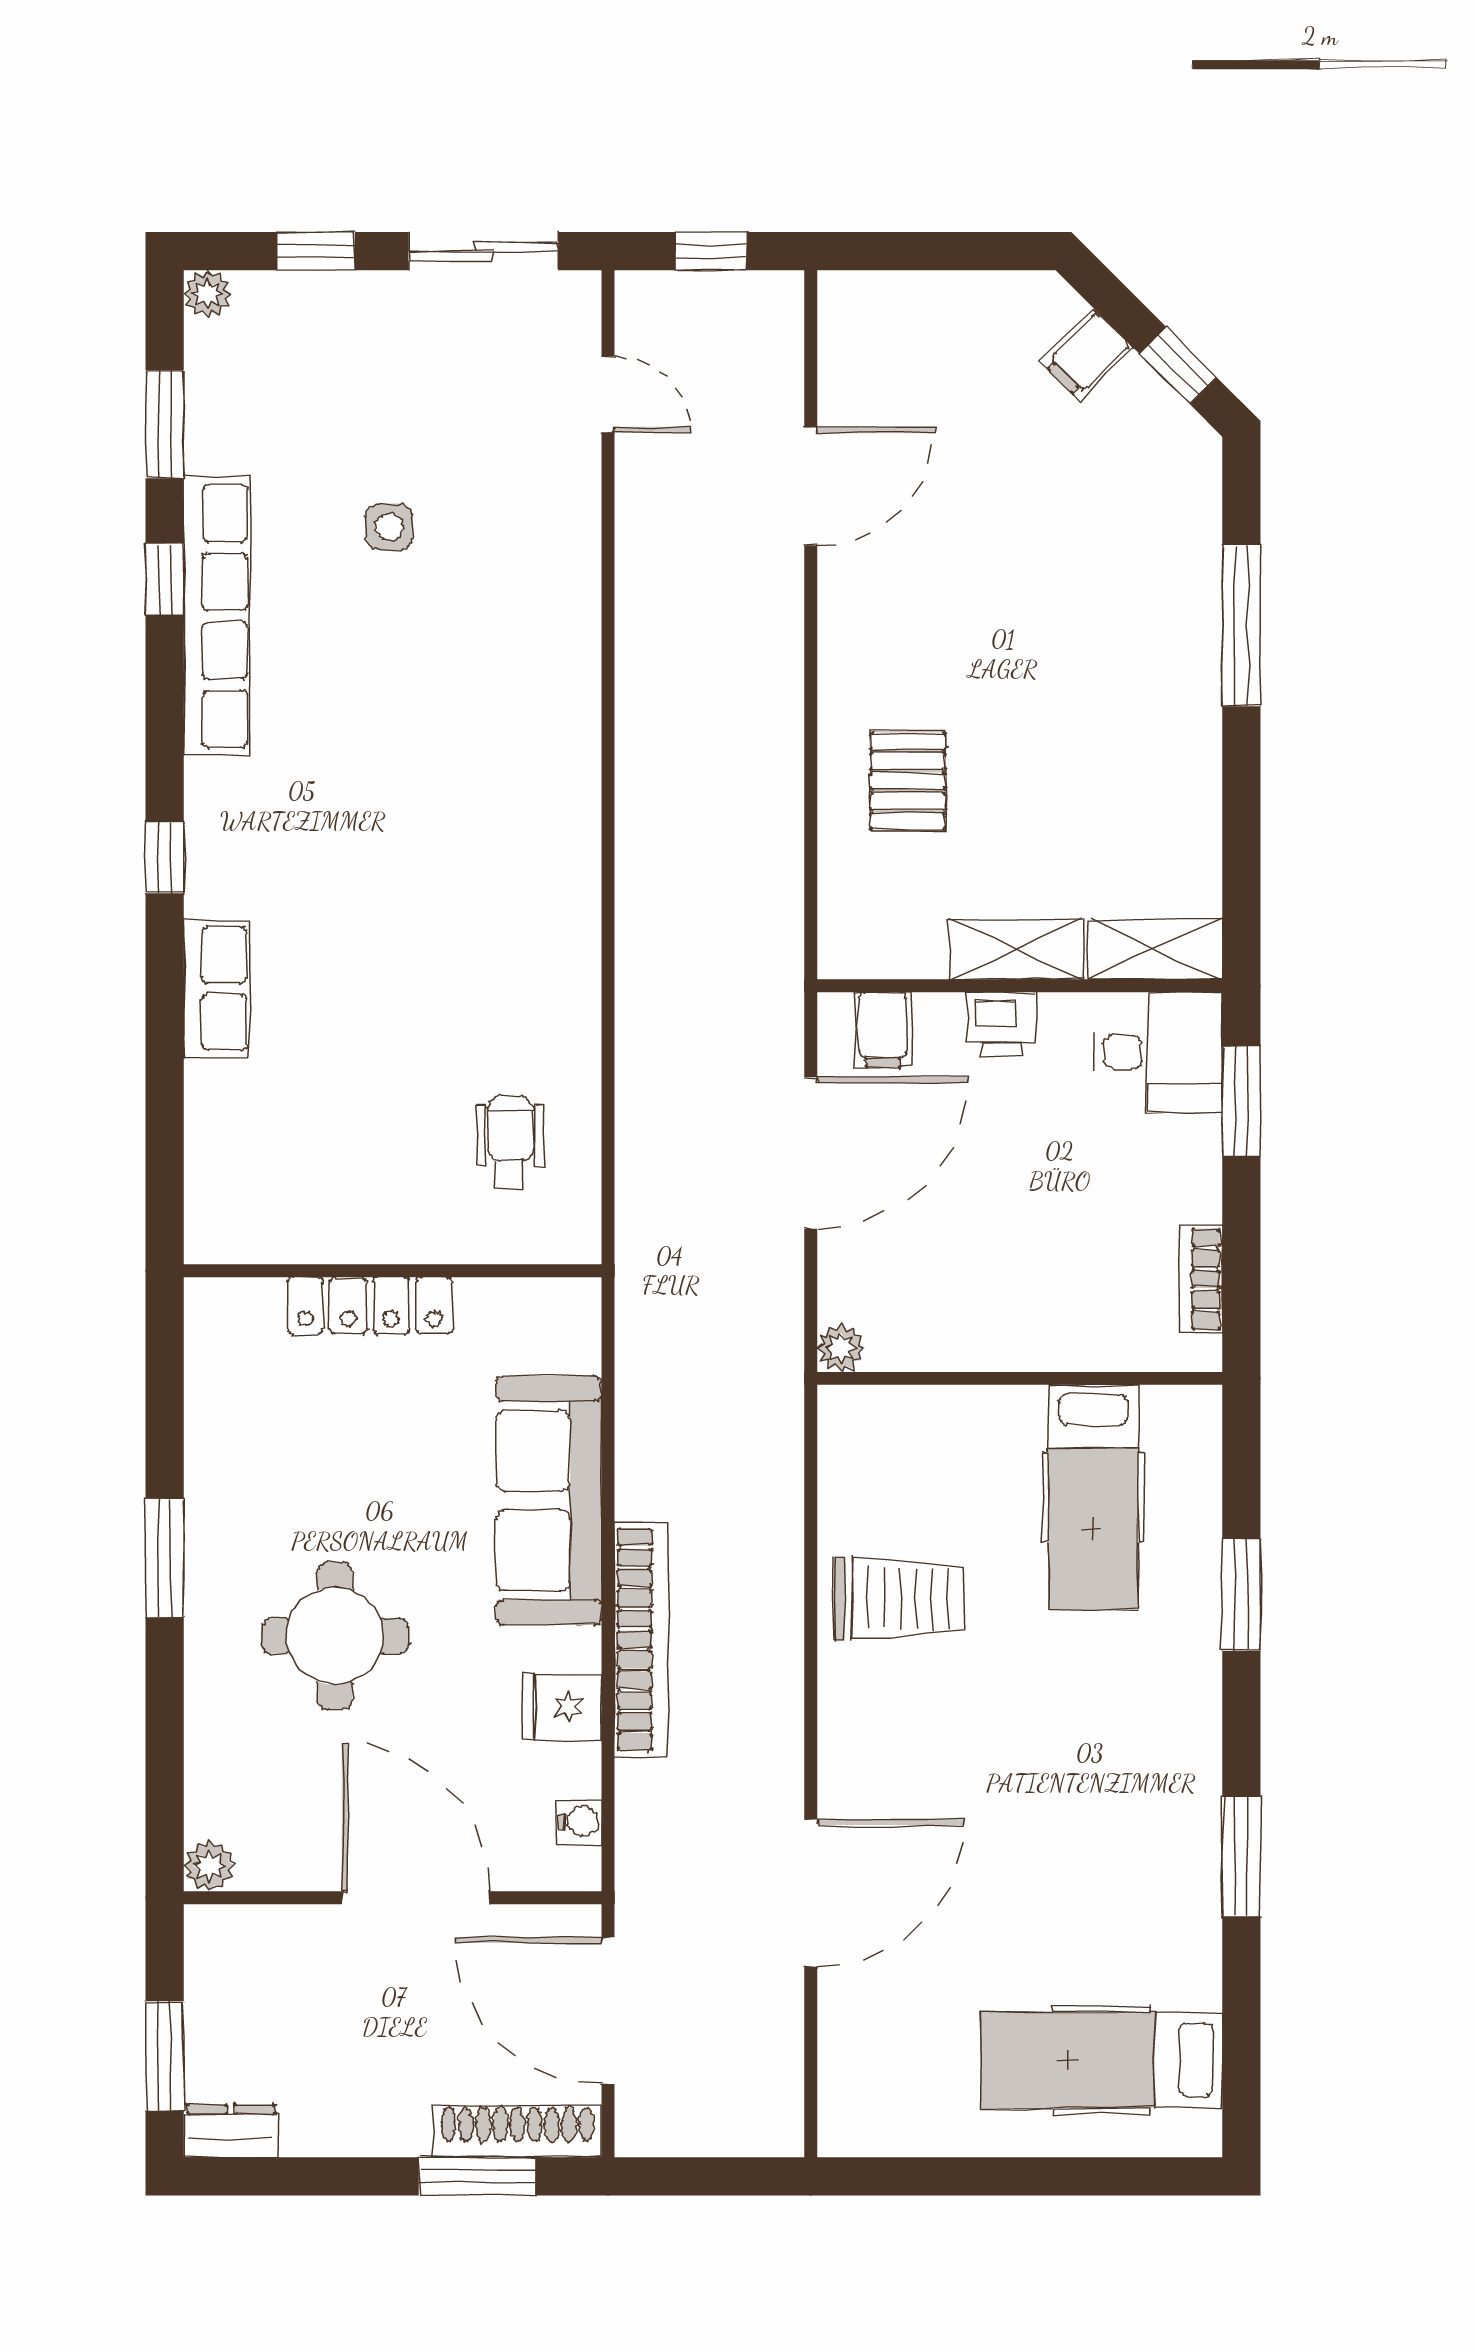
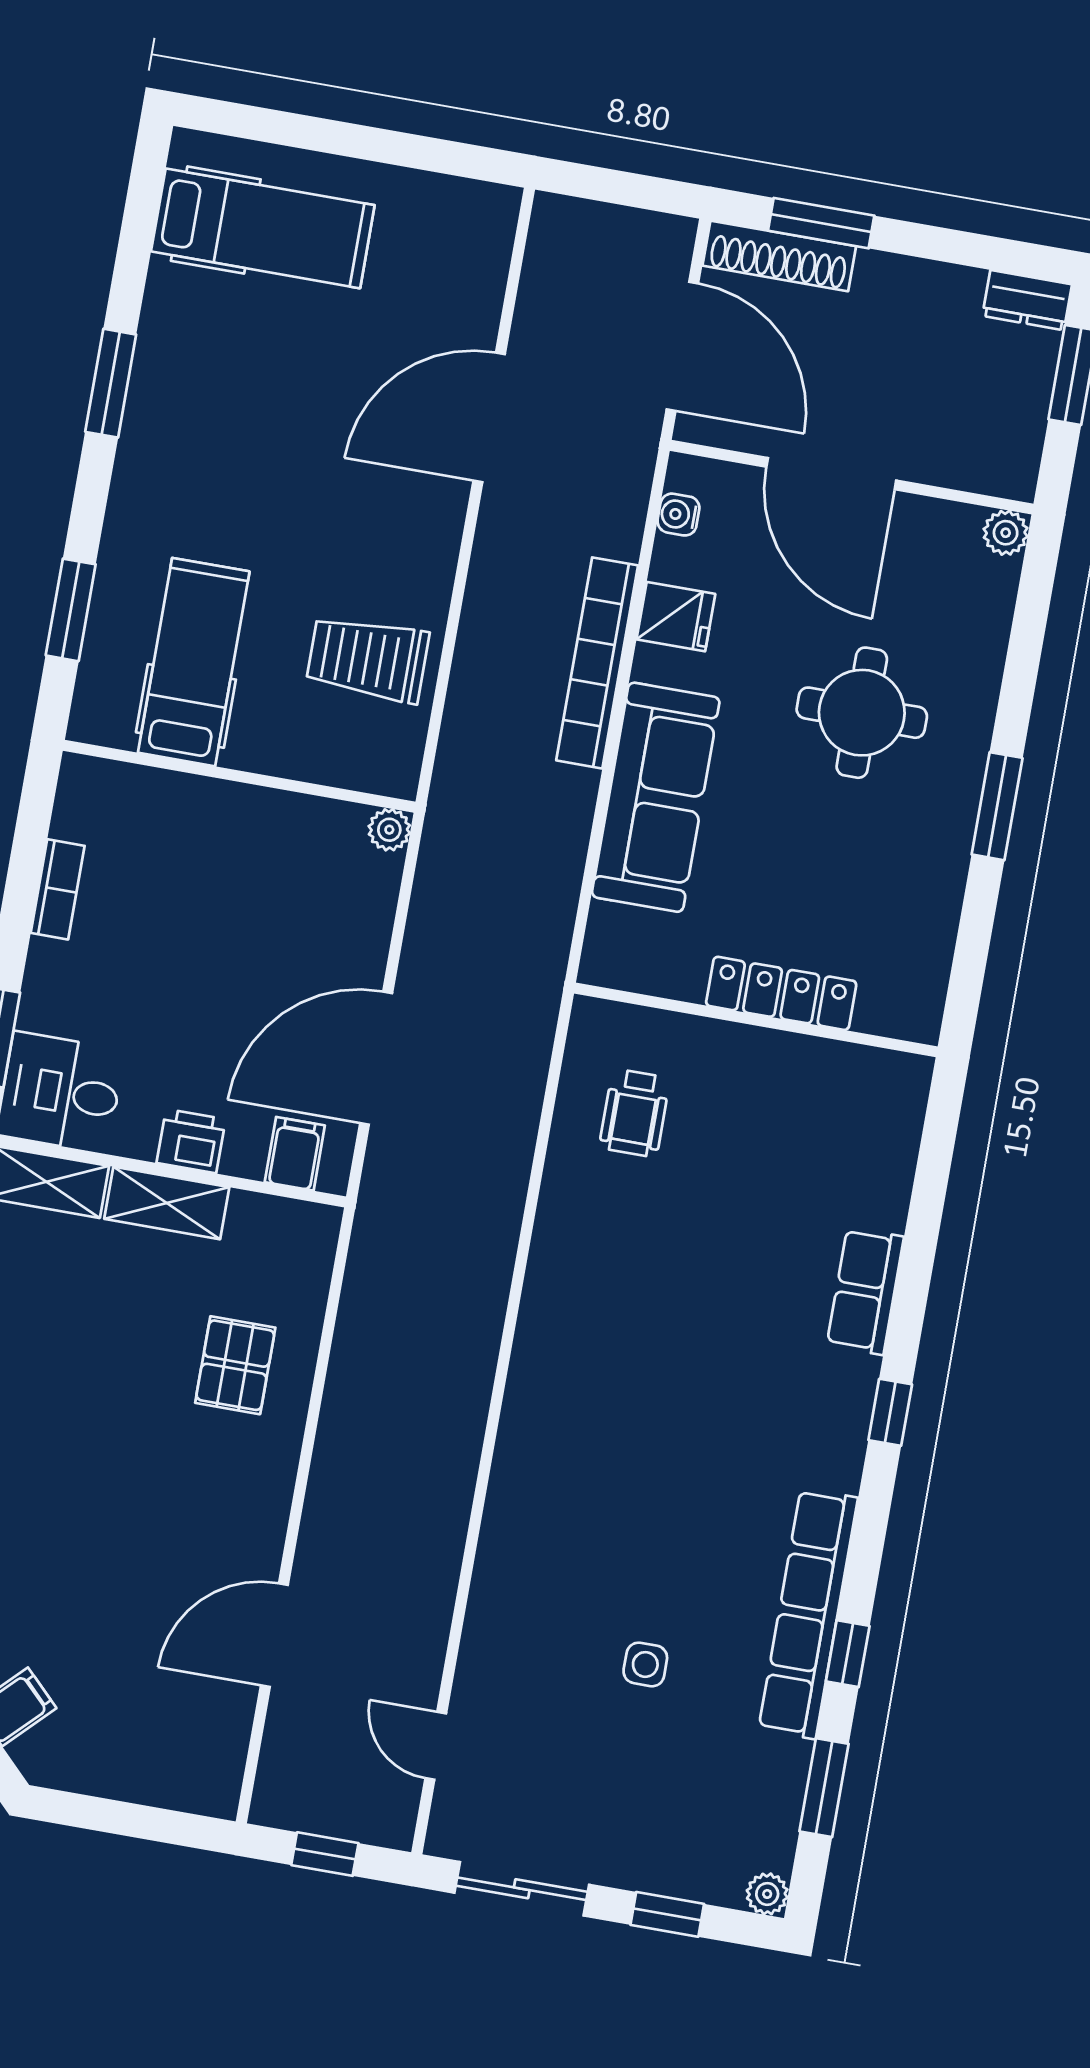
plant: (841, 1348) -> (389, 830), moved
wall: (1020, 1378) -> (239, 776), moved
hospital bed: (1093, 1497) -> (194, 662), moved

